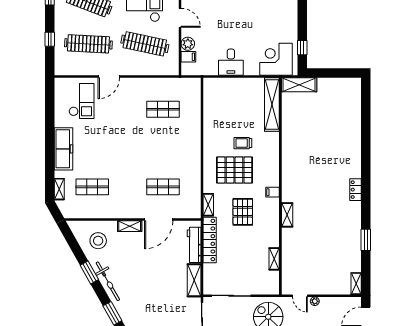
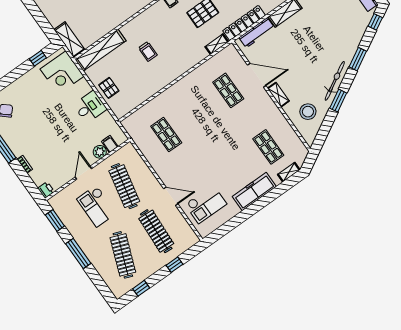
checkout: (82, 101) -> (206, 204), turned 180
pallet: (235, 170) -> (109, 88), moved, width x0.49, depth x0.50

